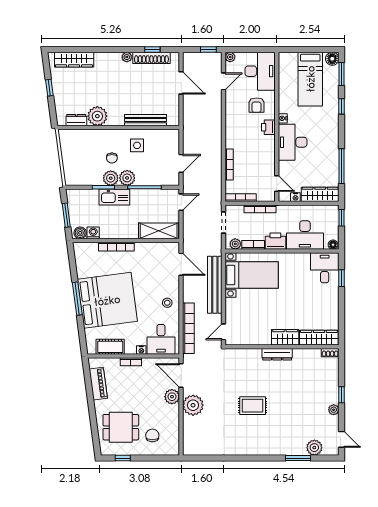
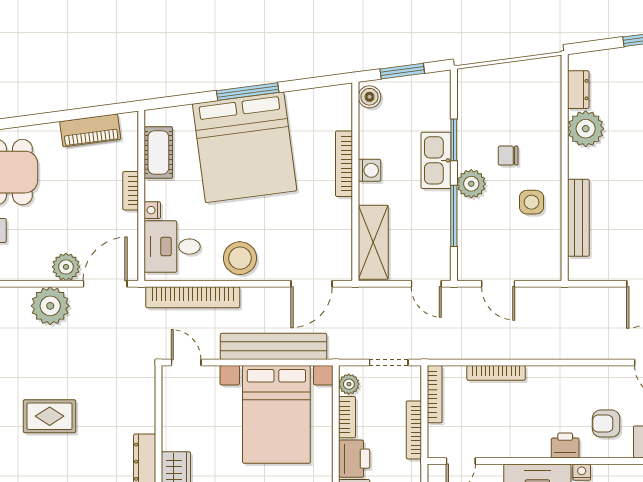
plant: (111, 178) -> (471, 153), removed
washing machine: (93, 233) -> (369, 170), moved
bed with nightstands: (252, 275) -> (276, 414), width x1.36
stool: (167, 303) -> (240, 258), width x1.89, depth x1.89
rug: (253, 406) -> (50, 416), turned 90

